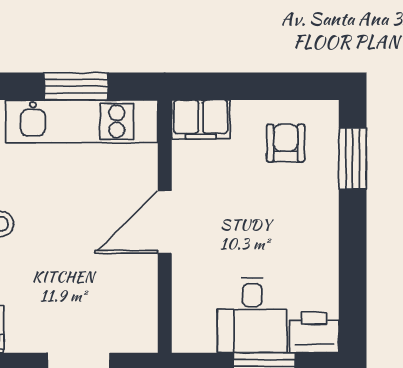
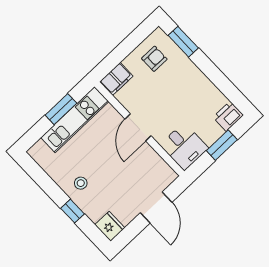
armchair: (286, 143) -> (154, 59), turned 90
desk: (252, 315) -> (184, 146), moved

